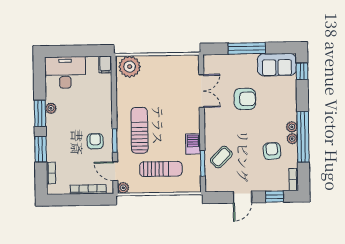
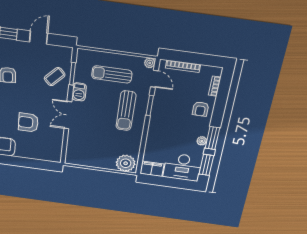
window: (247, 48) -> (23, 162), removed
filing cabinet: (105, 65) -> (152, 169), width x2.00
double door: (202, 91) -> (68, 115), moved
armchair: (95, 141) -> (201, 109), moved
window: (41, 149) -> (206, 165), moved

